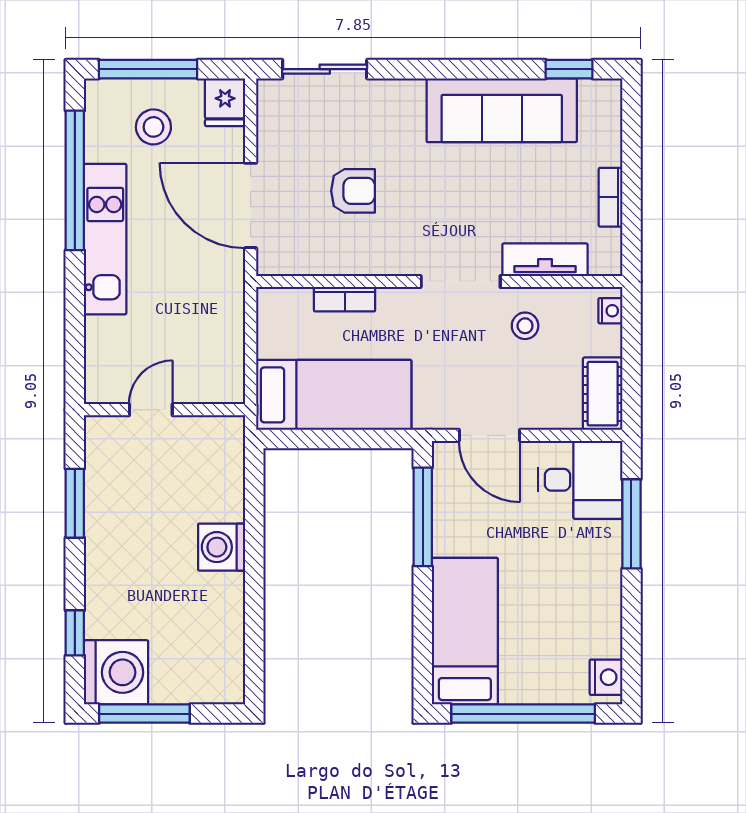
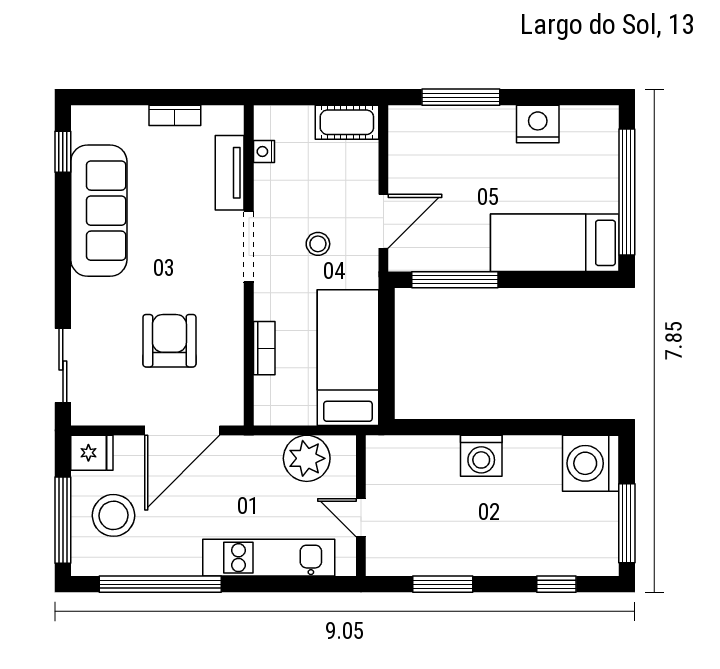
stool: (153, 127) -> (113, 515), width x1.38, depth x1.38
armchair: (353, 191) -> (169, 341), width x1.38, depth x1.38
kitchen unit: (105, 239) -> (269, 558), moved
nightstand: (610, 311) -> (264, 151), moved, turned -90
stool: (525, 326) -> (318, 244), moved
plant: (219, 348) -> (307, 458), added
desk: (580, 480) -> (422, 142), removed
washing machine: (116, 672) -> (591, 463), moved, turned -90
nightstand: (606, 677) -> (538, 124), moved, width x1.36, depth x1.33

